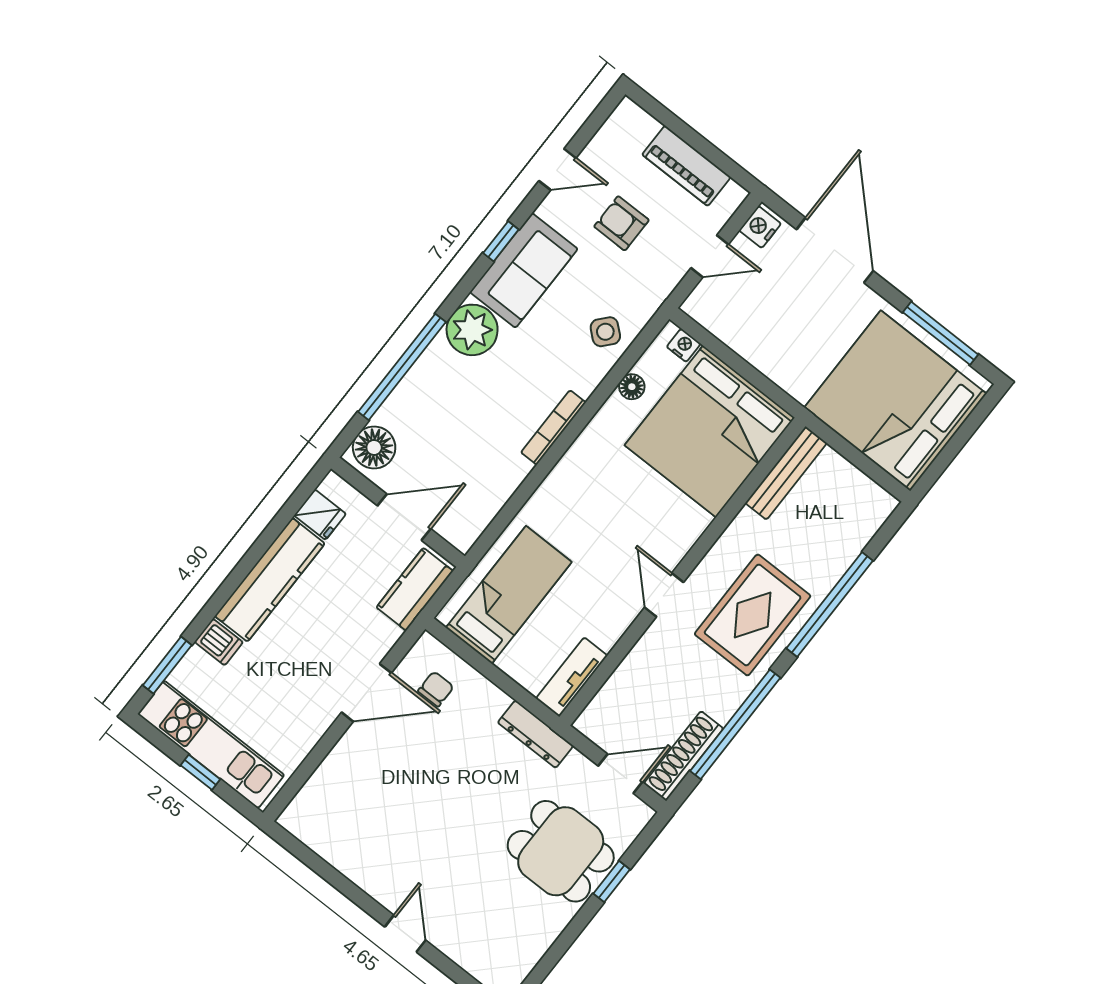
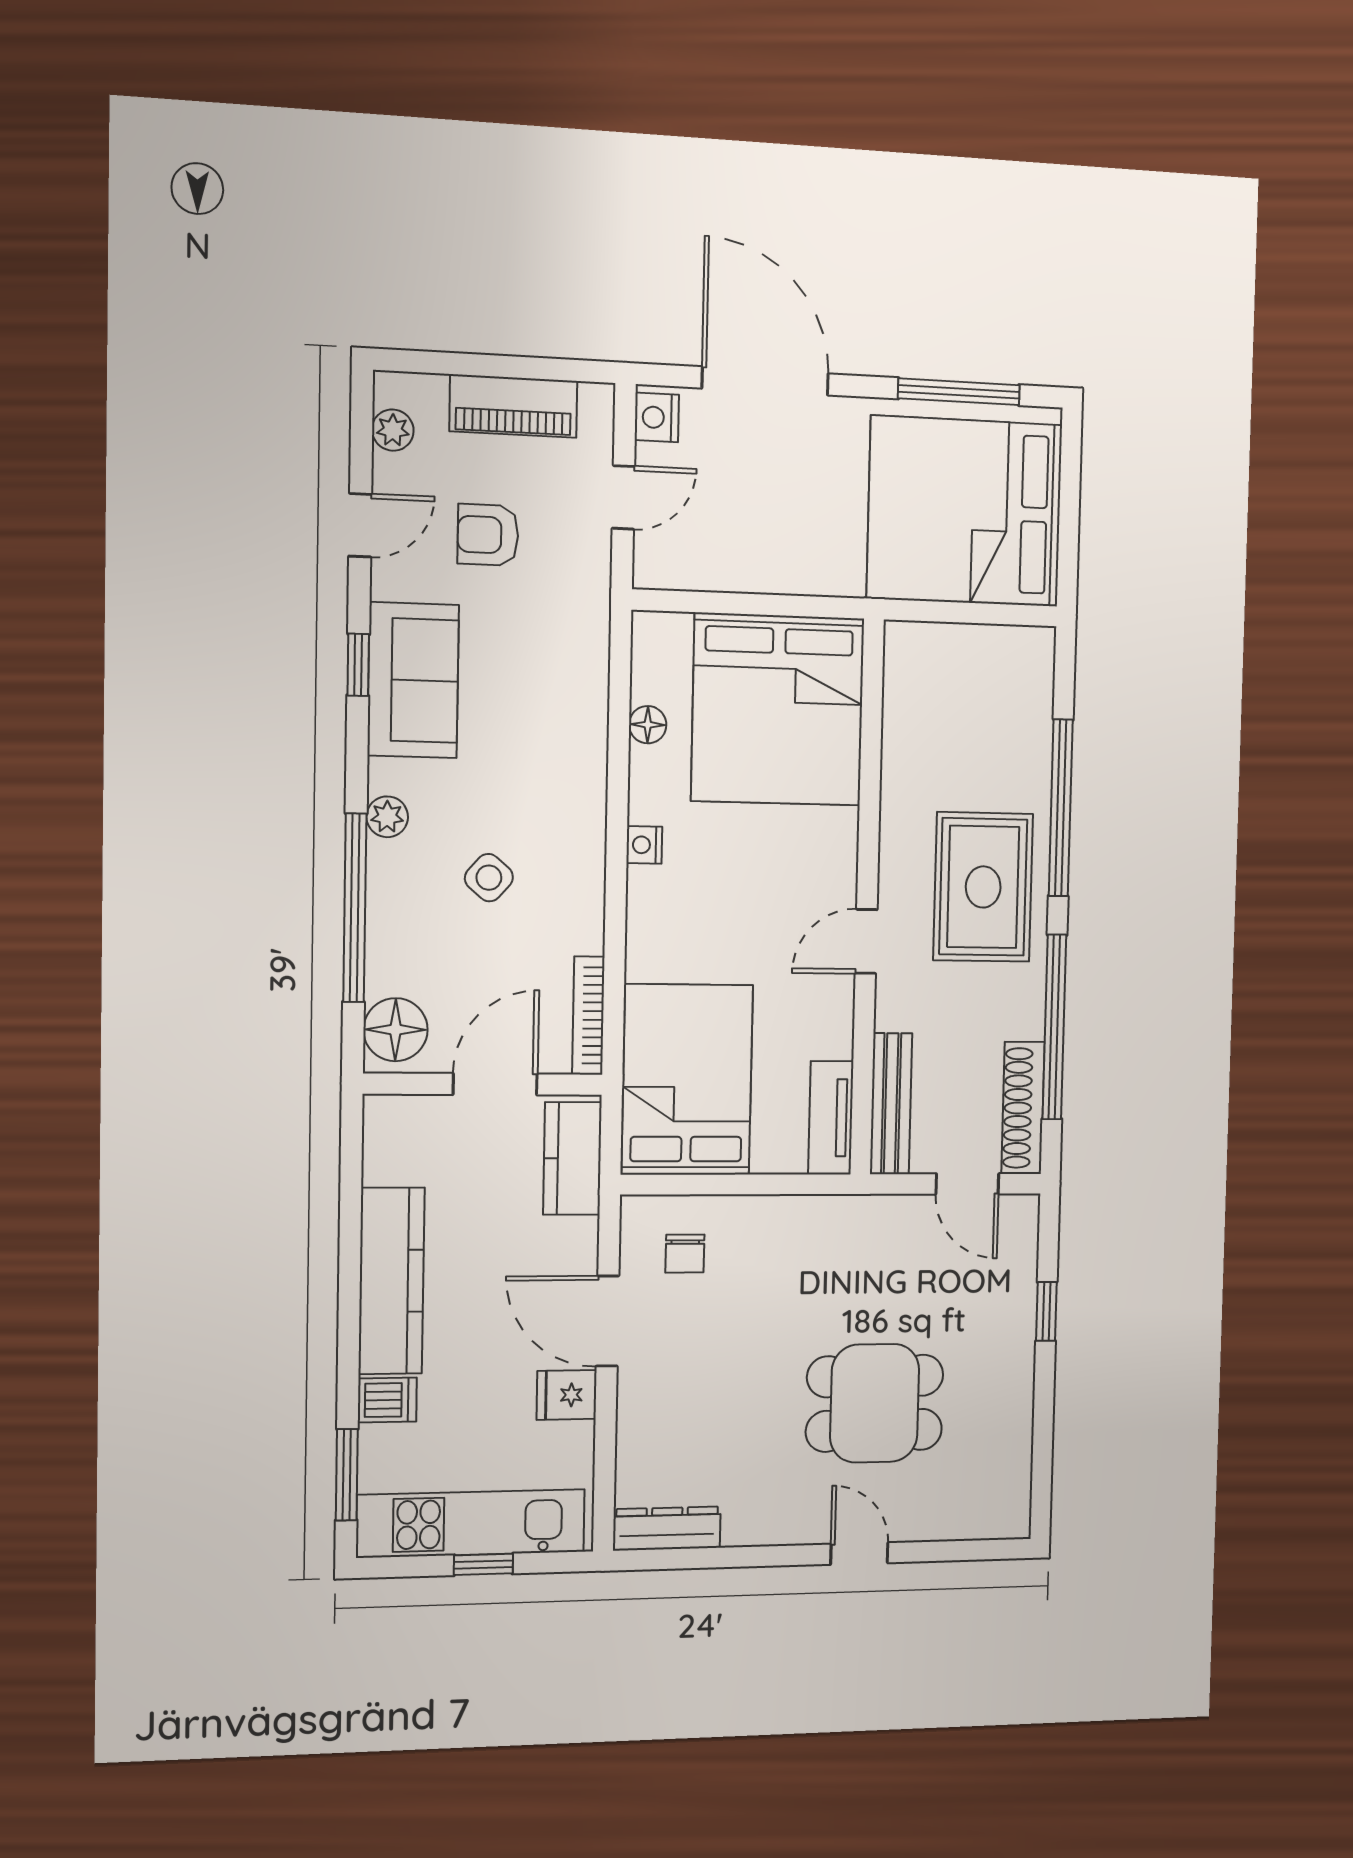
plant: (612, 133) -> (393, 430), added
plant: (472, 330) -> (387, 817), width x0.53, depth x0.53
side table: (605, 332) -> (489, 878), moved
nightstand: (684, 345) -> (644, 845), moved, turned -90
bookcase: (553, 427) -> (588, 1016), moved
bench: (786, 473) -> (891, 1104), moved
fridge: (320, 515) -> (567, 1395), moved, turned 180
bed: (509, 595) -> (687, 1080), width x1.50
door: (664, 595) -> (866, 941), hinge flipped
chair: (436, 689) -> (685, 1254), turned 180
door: (366, 693) -> (607, 1321), swing flipped
dresser: (536, 734) -> (667, 1528), moved, turned 180
door: (620, 774) -> (967, 1184), swing flipped
dining table: (561, 851) -> (875, 1403), moved

